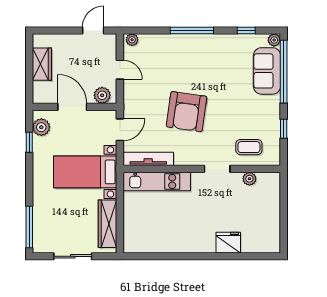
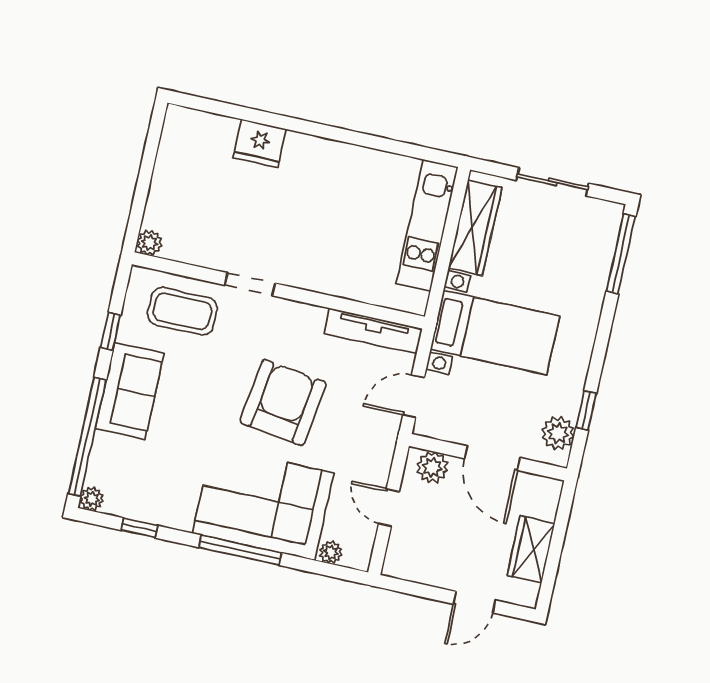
door: (93, 31) -> (474, 602), moved
plant: (132, 40) -> (331, 552), moved
corner sofa: (185, 57) -> (263, 503), added
sofa: (267, 71) -> (130, 391), moved
coffee table: (249, 147) -> (182, 311), width x1.36, depth x1.30
plant: (249, 179) -> (149, 243), moved
kitchen unit: (157, 181) -> (427, 225), moved, turned -90

